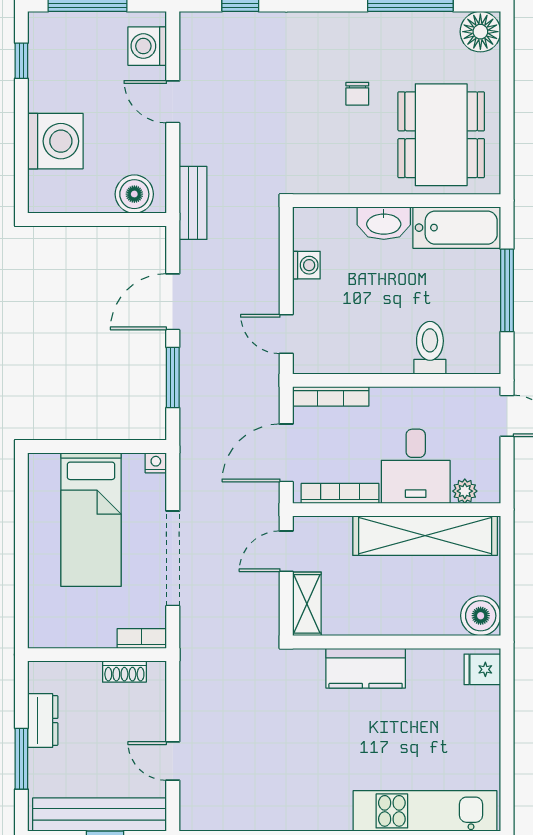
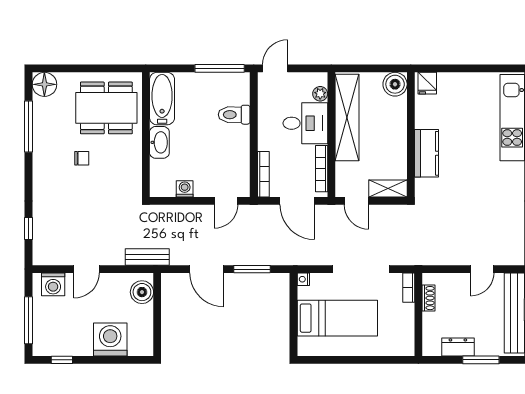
window: (507, 290) -> (220, 68), moved

